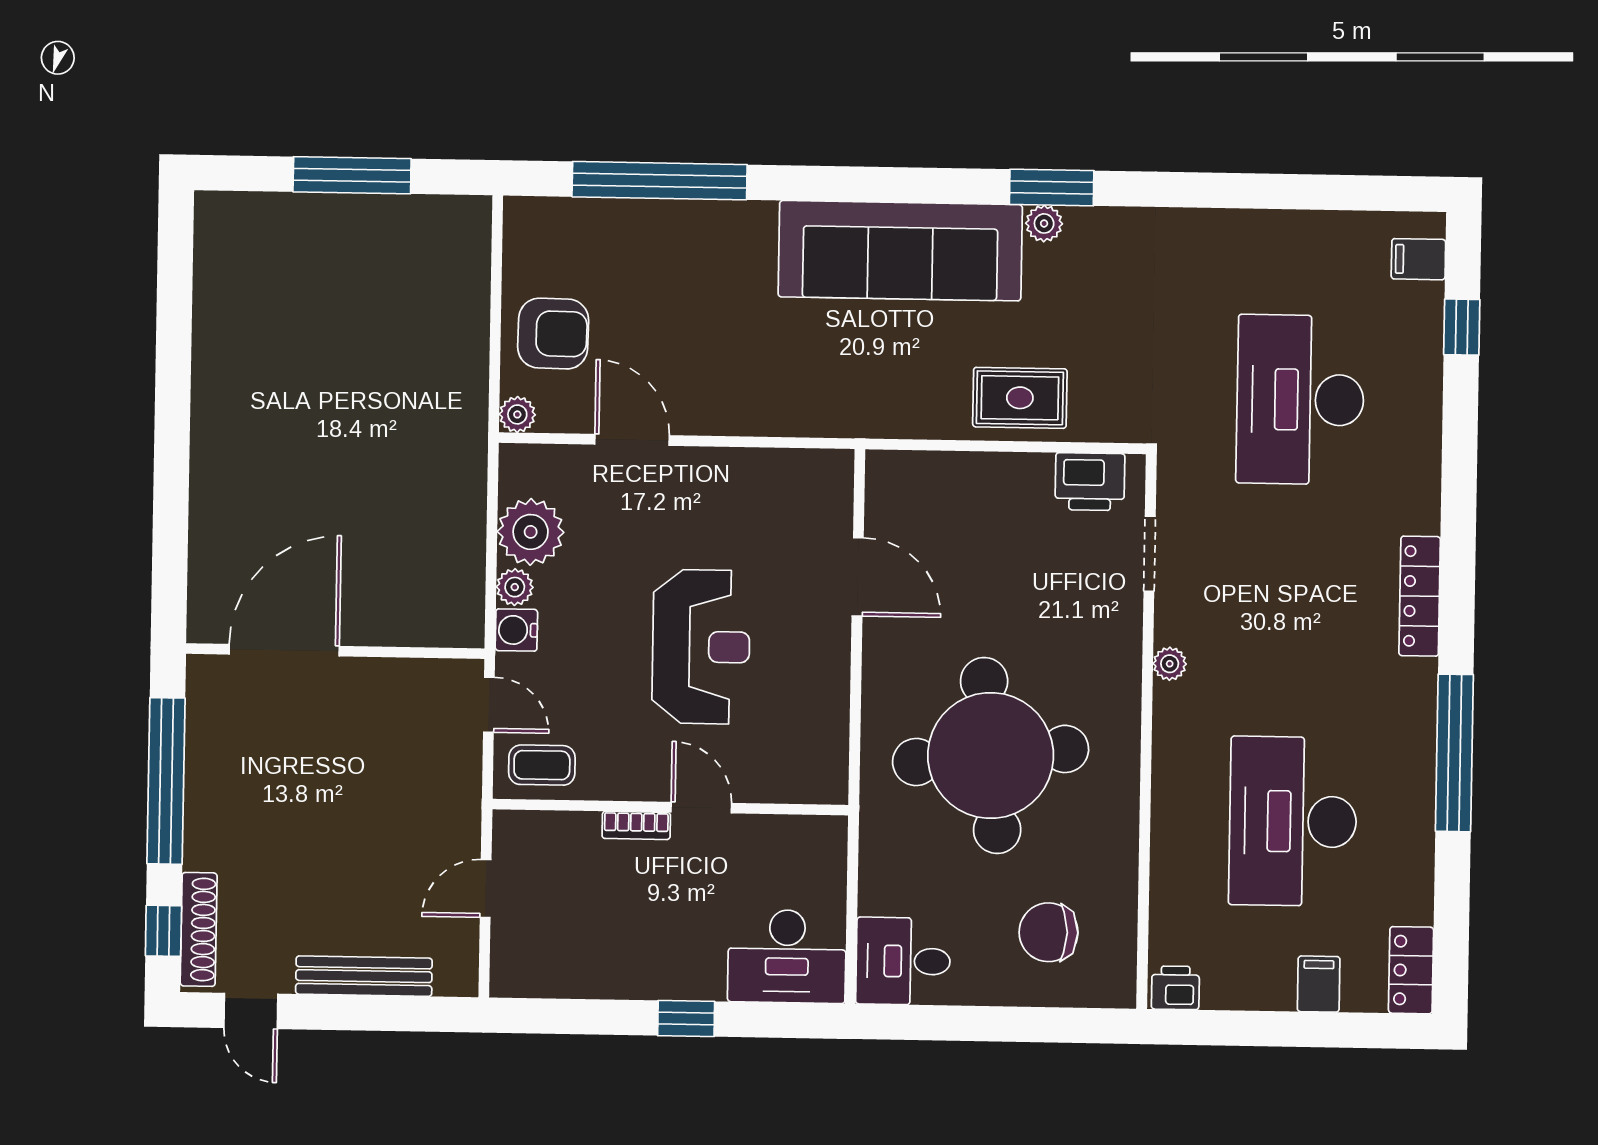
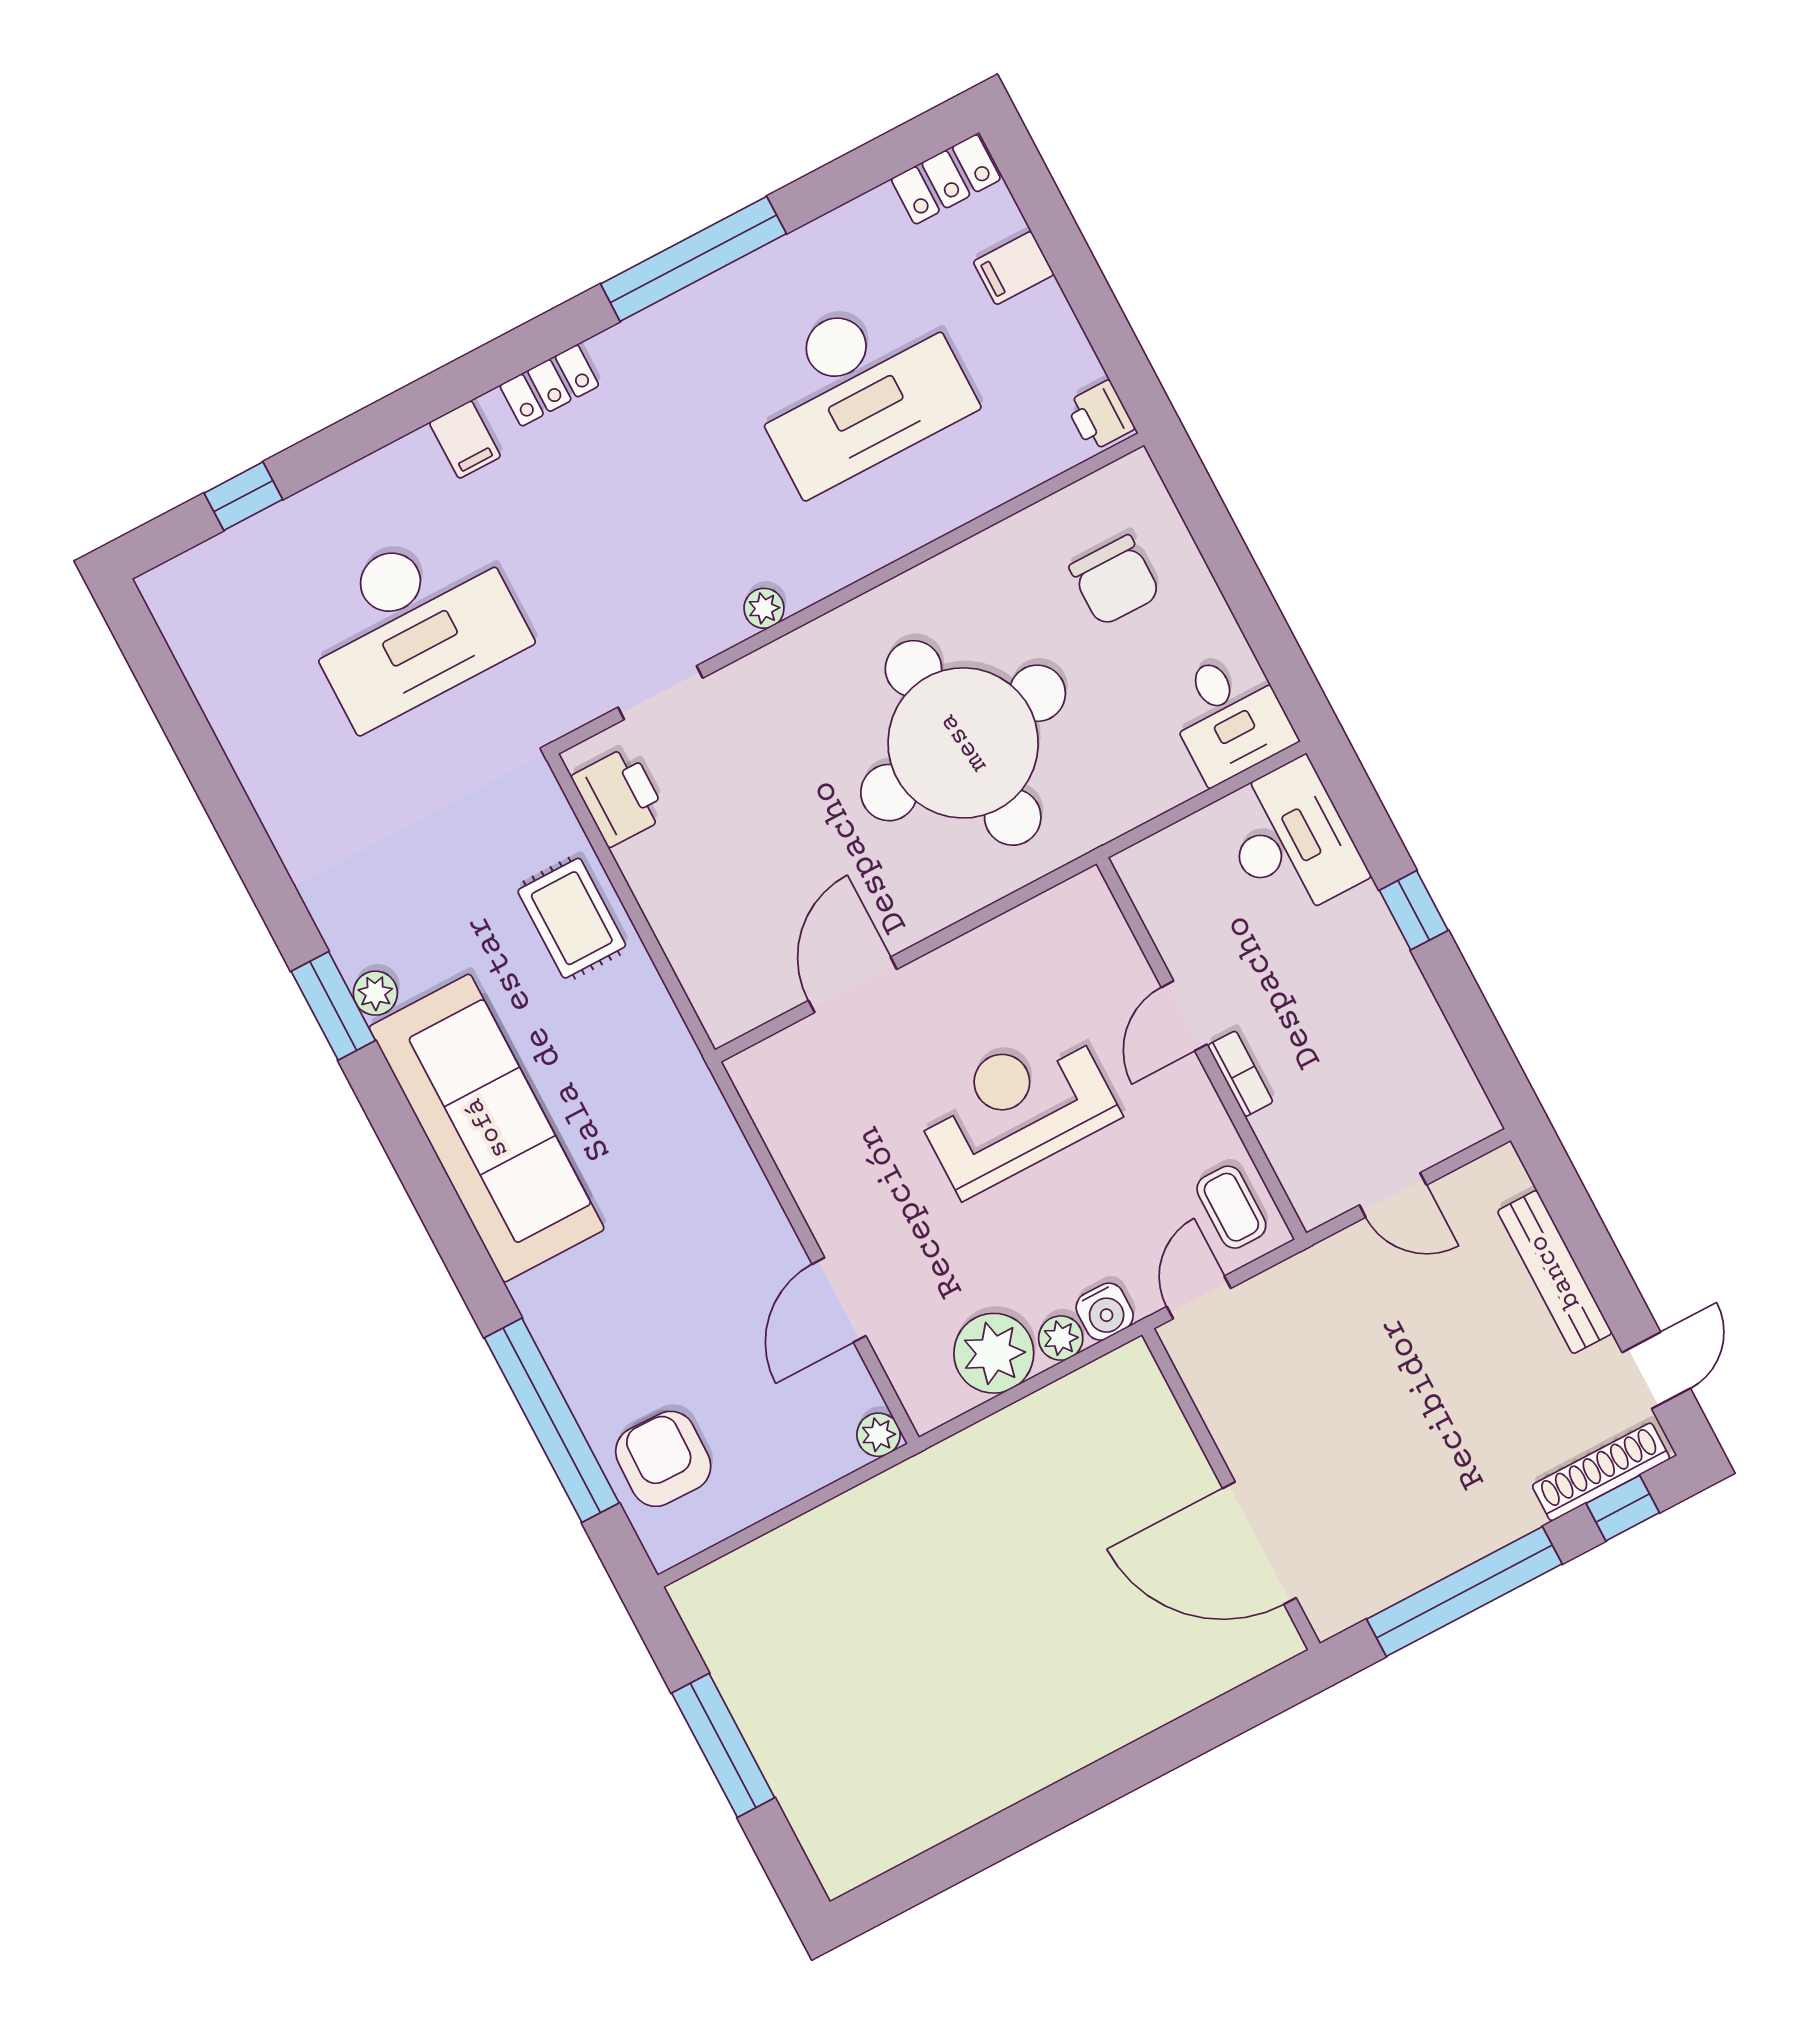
filing cabinet: (1418, 259) -> (465, 440), moved
armchair: (553, 334) -> (663, 1459), moved
locker: (1420, 596) -> (549, 385), width x0.66

